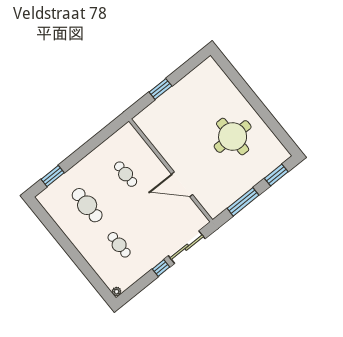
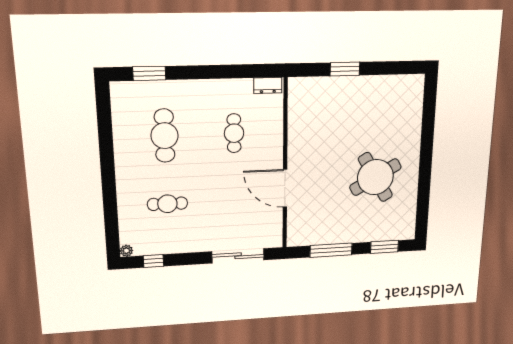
dresser: (123, 132) -> (268, 85), added
round table: (233, 137) -> (375, 177), turned -30
cafe table: (119, 245) -> (167, 204), turned 90
window: (161, 268) -> (153, 261), moved

